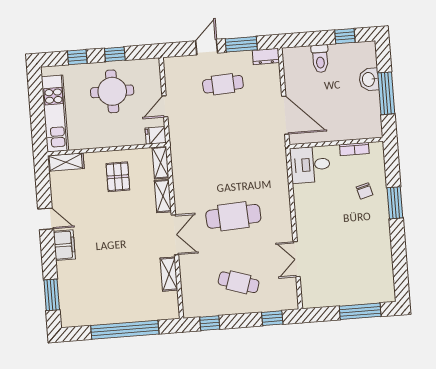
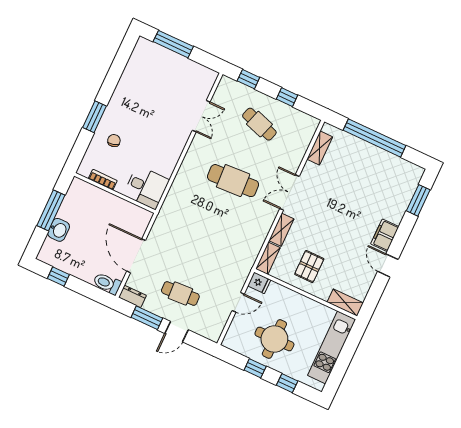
toilet: (320, 59) -> (107, 283), moved, turned -90
door: (285, 115) -> (136, 256), moved
shelving: (169, 274) -> (320, 148), moved
window: (210, 323) -> (287, 97), moved

